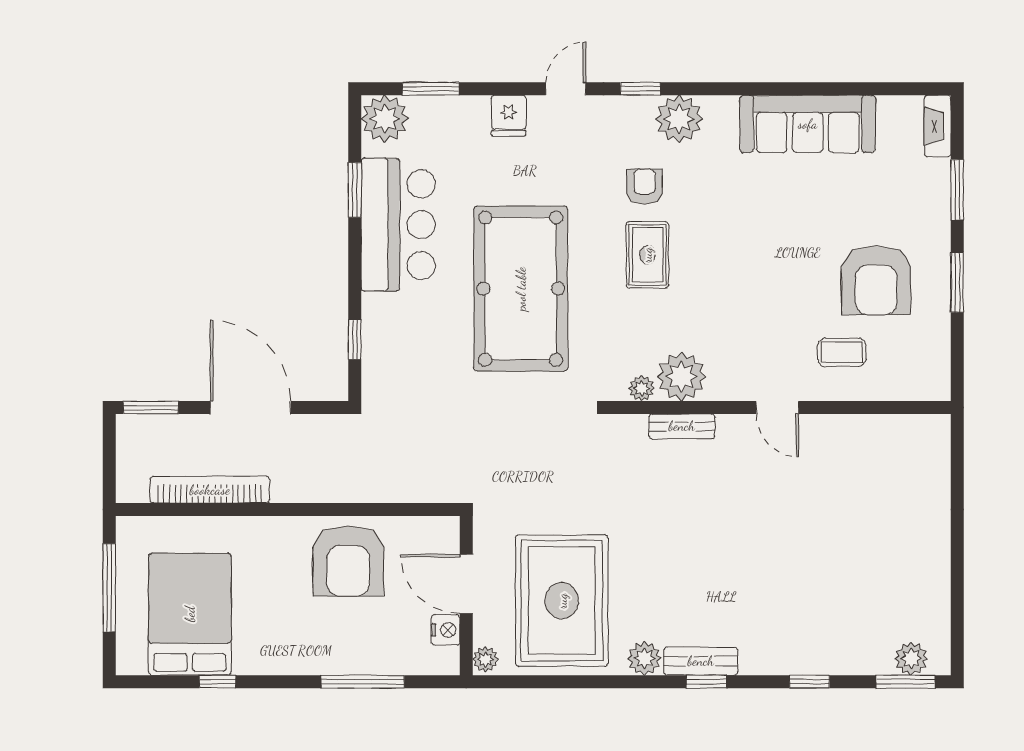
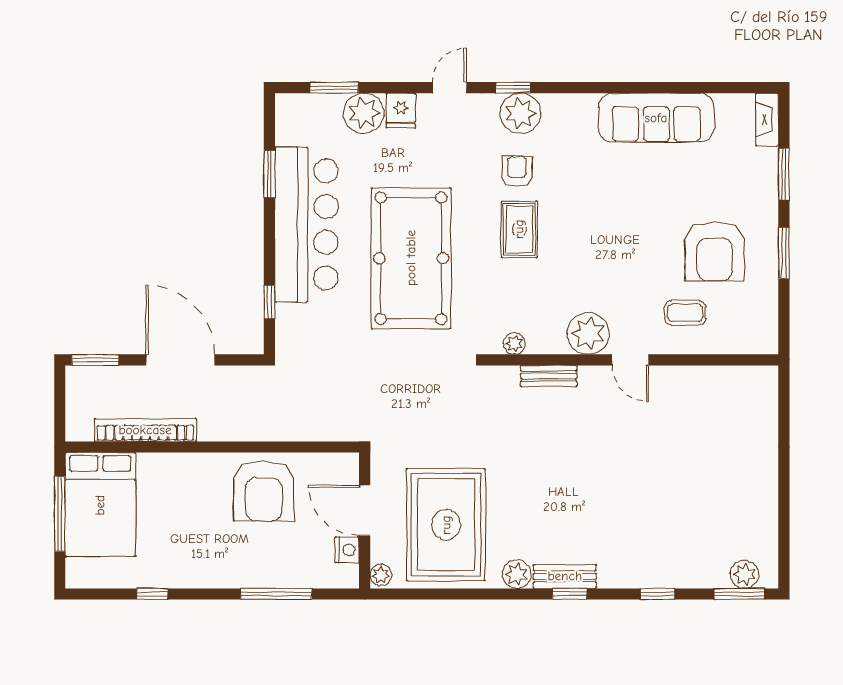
plant: (385, 119) -> (364, 113), moved
plant: (679, 119) -> (520, 113), moved
bar counter: (398, 225) -> (306, 224), width x1.36
plant: (682, 377) -> (588, 333), moved
bed: (190, 614) -> (100, 505), moved, turned 180

